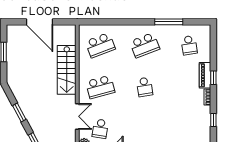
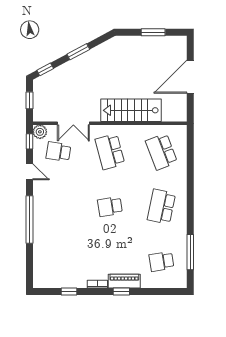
window: (169, 22) -> (190, 252), moved
school desk: (145, 45) -> (161, 207), turned 33

